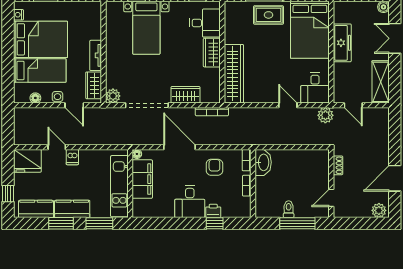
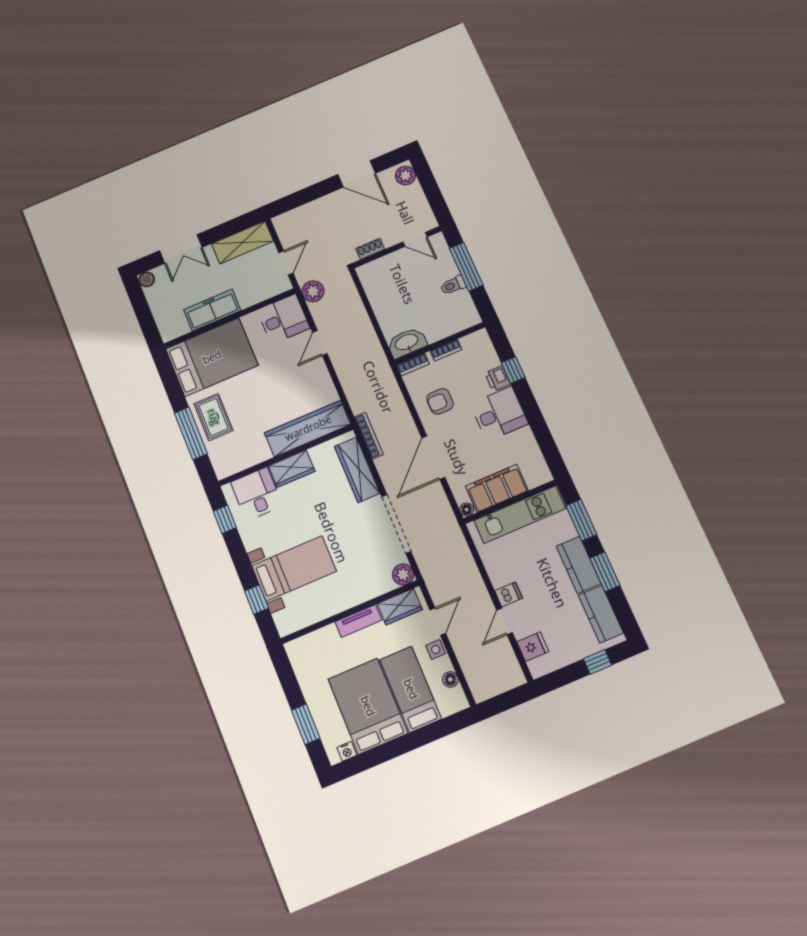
wardrobe: (186, 95) -> (357, 470), width x1.50
fridge: (27, 161) -> (533, 647), width x0.53, depth x0.75

